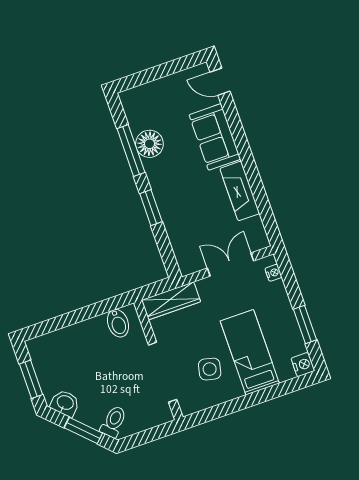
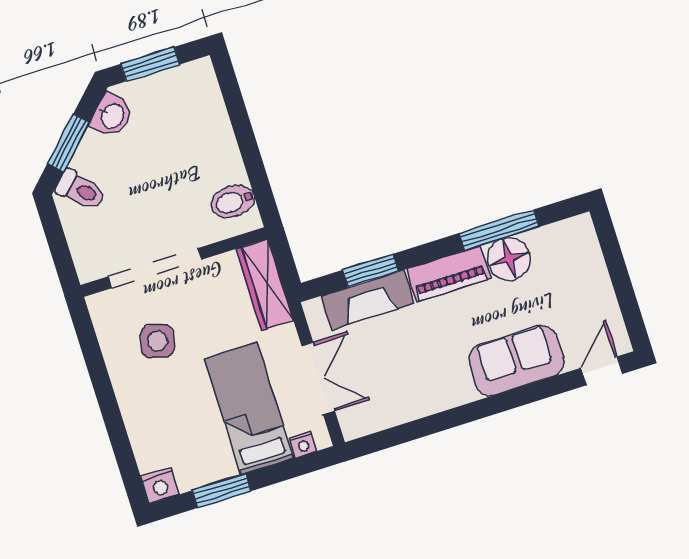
piano: (160, 183) -> (448, 274), added
fireplace: (240, 191) -> (368, 300), moved, turned 180
window: (151, 208) -> (371, 271), moved
bed: (250, 352) -> (249, 409), moved, turned -90

